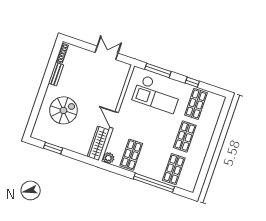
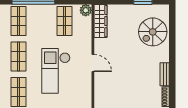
checkout: (157, 94) -> (56, 71), moved, turned -90
spiral stairs: (63, 110) -> (153, 32), moved
door: (114, 120) -> (93, 63), moved

